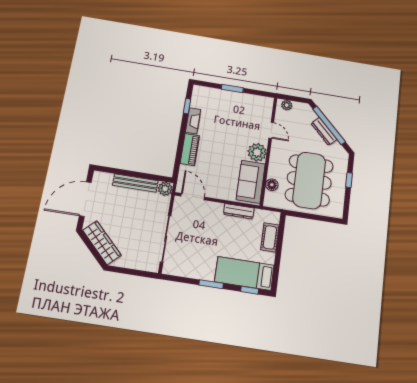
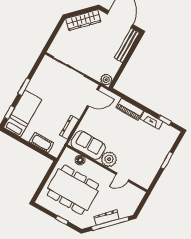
plant: (287, 105) -> (138, 197), removed
bench: (135, 183) -> (127, 45), moved

